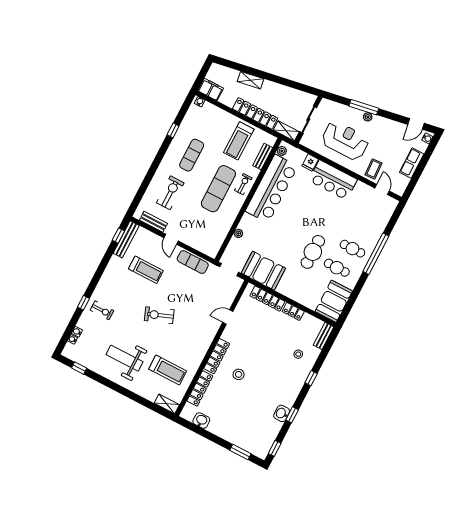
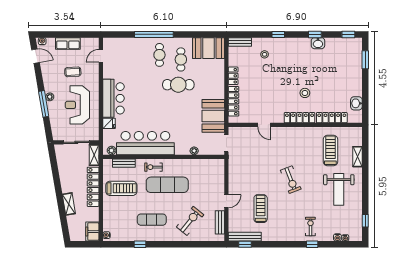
coffee table: (373, 169) -> (73, 72), moved
exercise bike: (170, 193) -> (190, 221), turned 129
exercise mat: (193, 262) -> (235, 175), removed
shelving: (167, 404) -> (357, 157), moved

